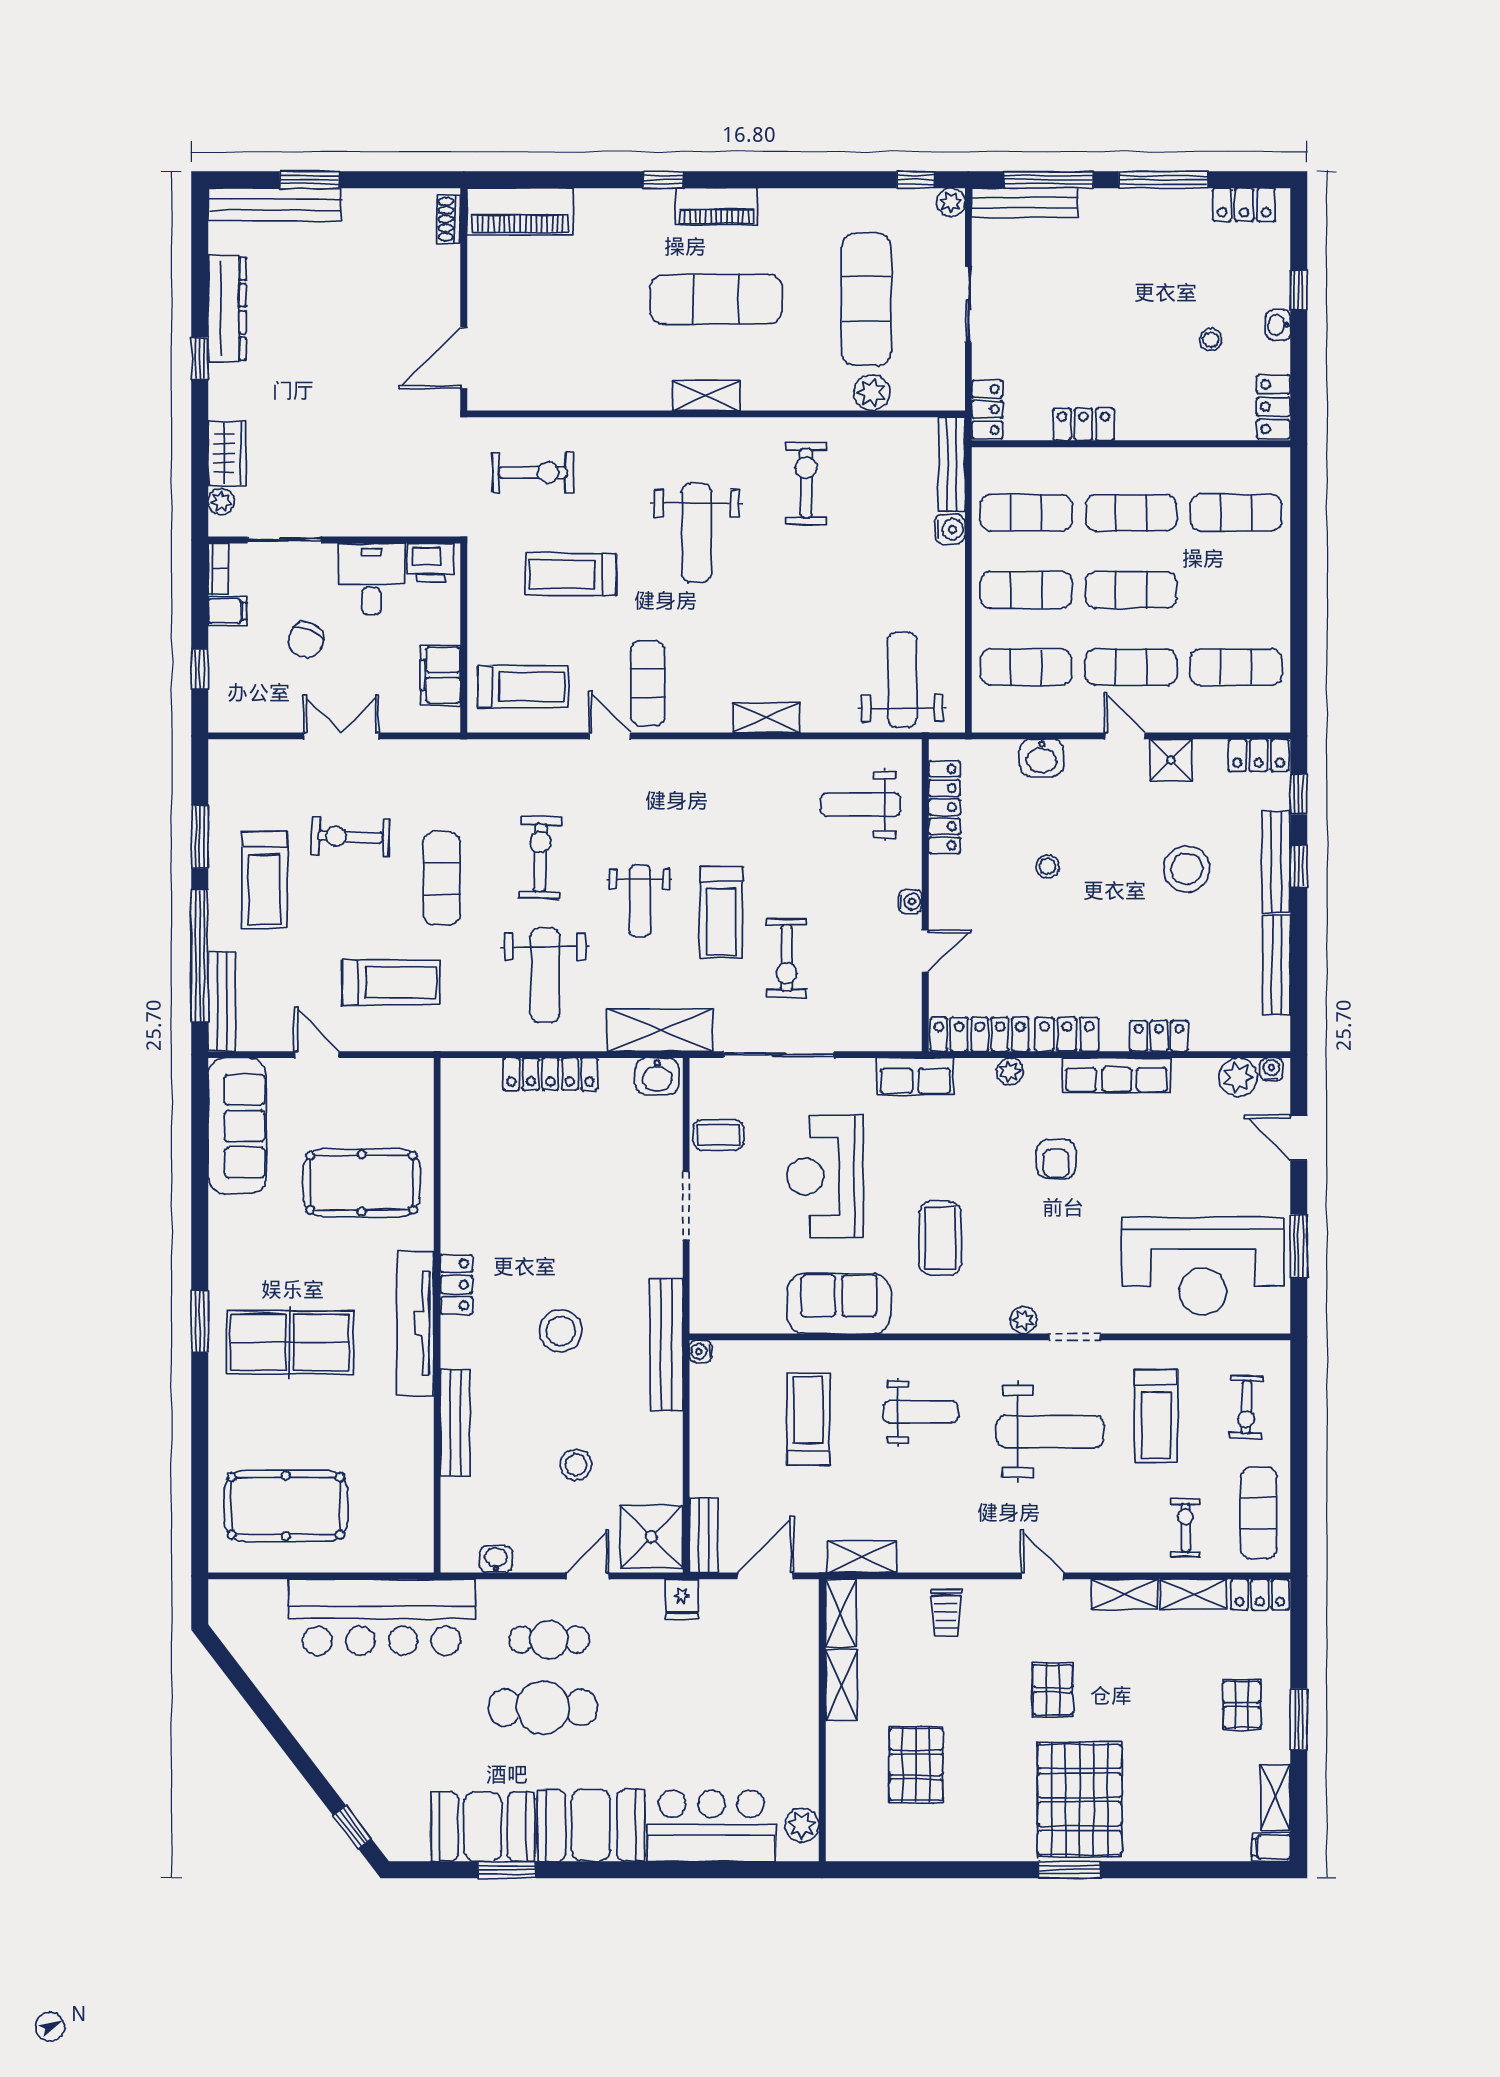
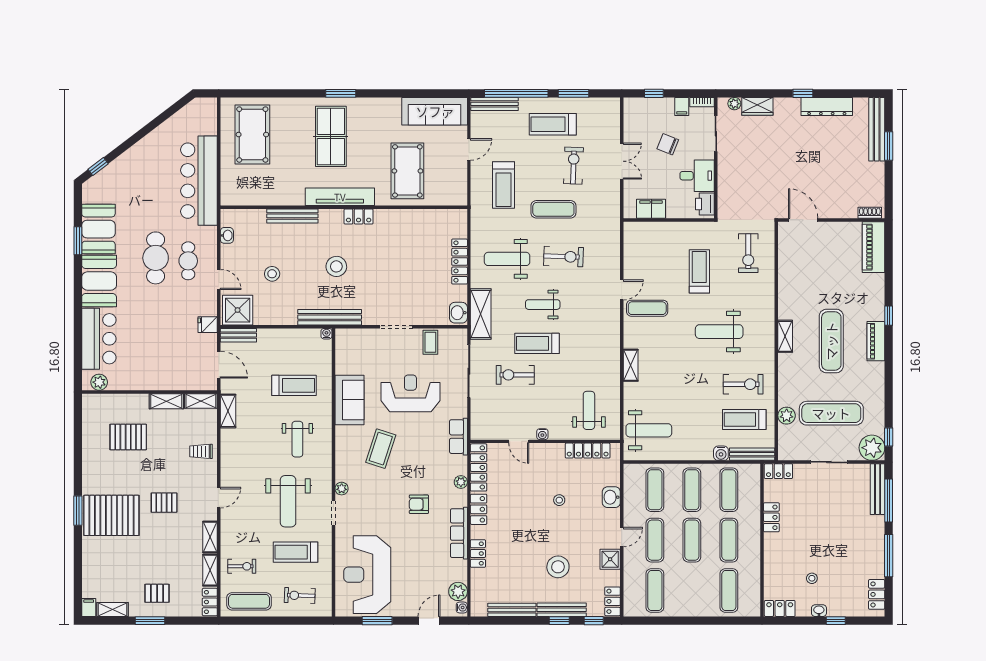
plant: (951, 202) -> (872, 448), width x1.87, depth x1.87
treadmill: (523, 687) -> (744, 419), moved, turned 90
coffee table: (940, 1238) -> (381, 449), turned -72

